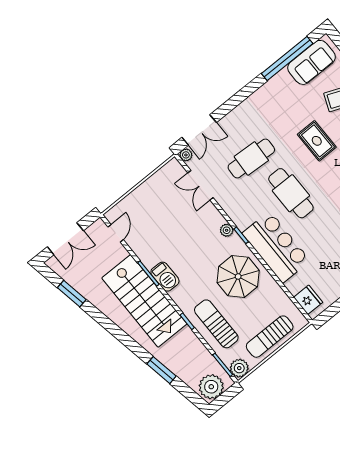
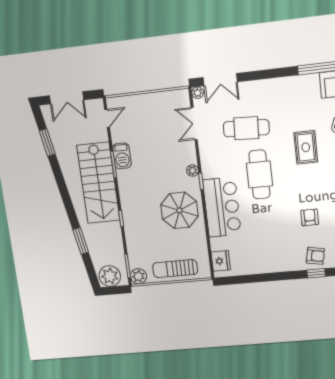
barbecue: (165, 277) -> (122, 156), moved
sun lounger: (216, 324) -> (141, 234), removed

